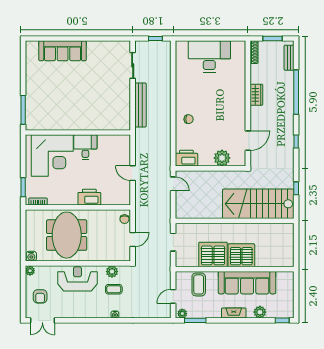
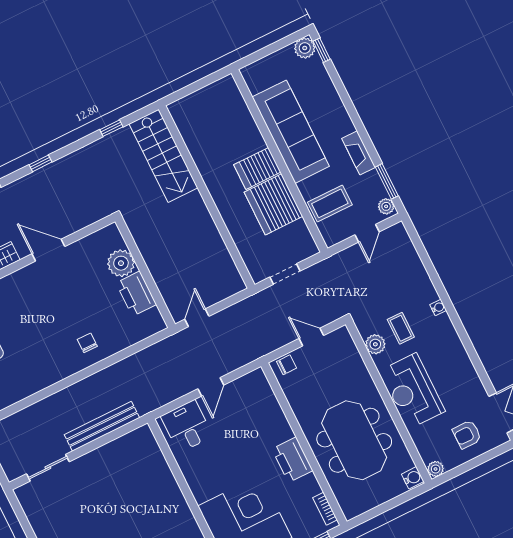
door: (248, 141) -> (48, 250), moved
desk: (85, 147) -> (187, 426), moved, turned 90
printer: (186, 158) -> (136, 294), moved
printer: (89, 197) -> (292, 460), moved
stairs: (258, 204) -> (163, 156), width x0.73, depth x0.66
meeting table: (67, 235) -> (354, 440), turned 90
server rack: (241, 255) -> (257, 168), width x0.62
armchair: (40, 296) -> (467, 434), turned 180
door: (173, 296) -> (367, 233), hinge flipped
plant: (260, 312) -> (305, 48), moved
fireplace: (234, 313) -> (359, 153), moved

